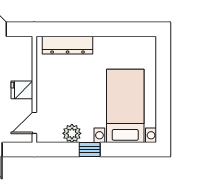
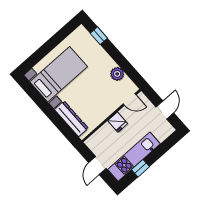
bed with nightstands: (125, 106) -> (59, 74), moved, turned 180
window: (90, 149) -> (99, 36), moved

